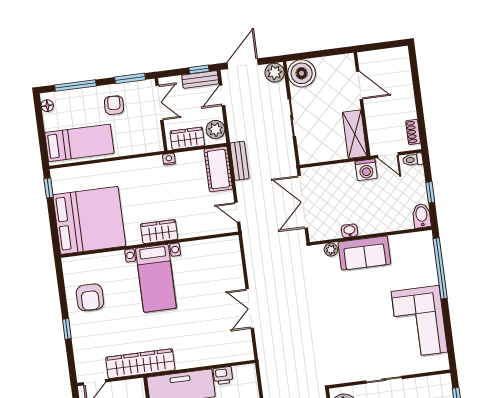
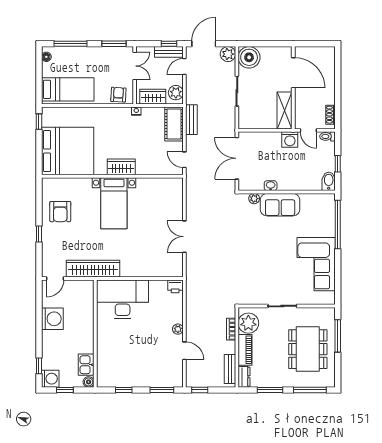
door: (360, 85) -> (293, 73), width x1.36
armchair: (114, 105) -> (118, 95), moved
printer: (223, 376) -> (175, 286), moved

